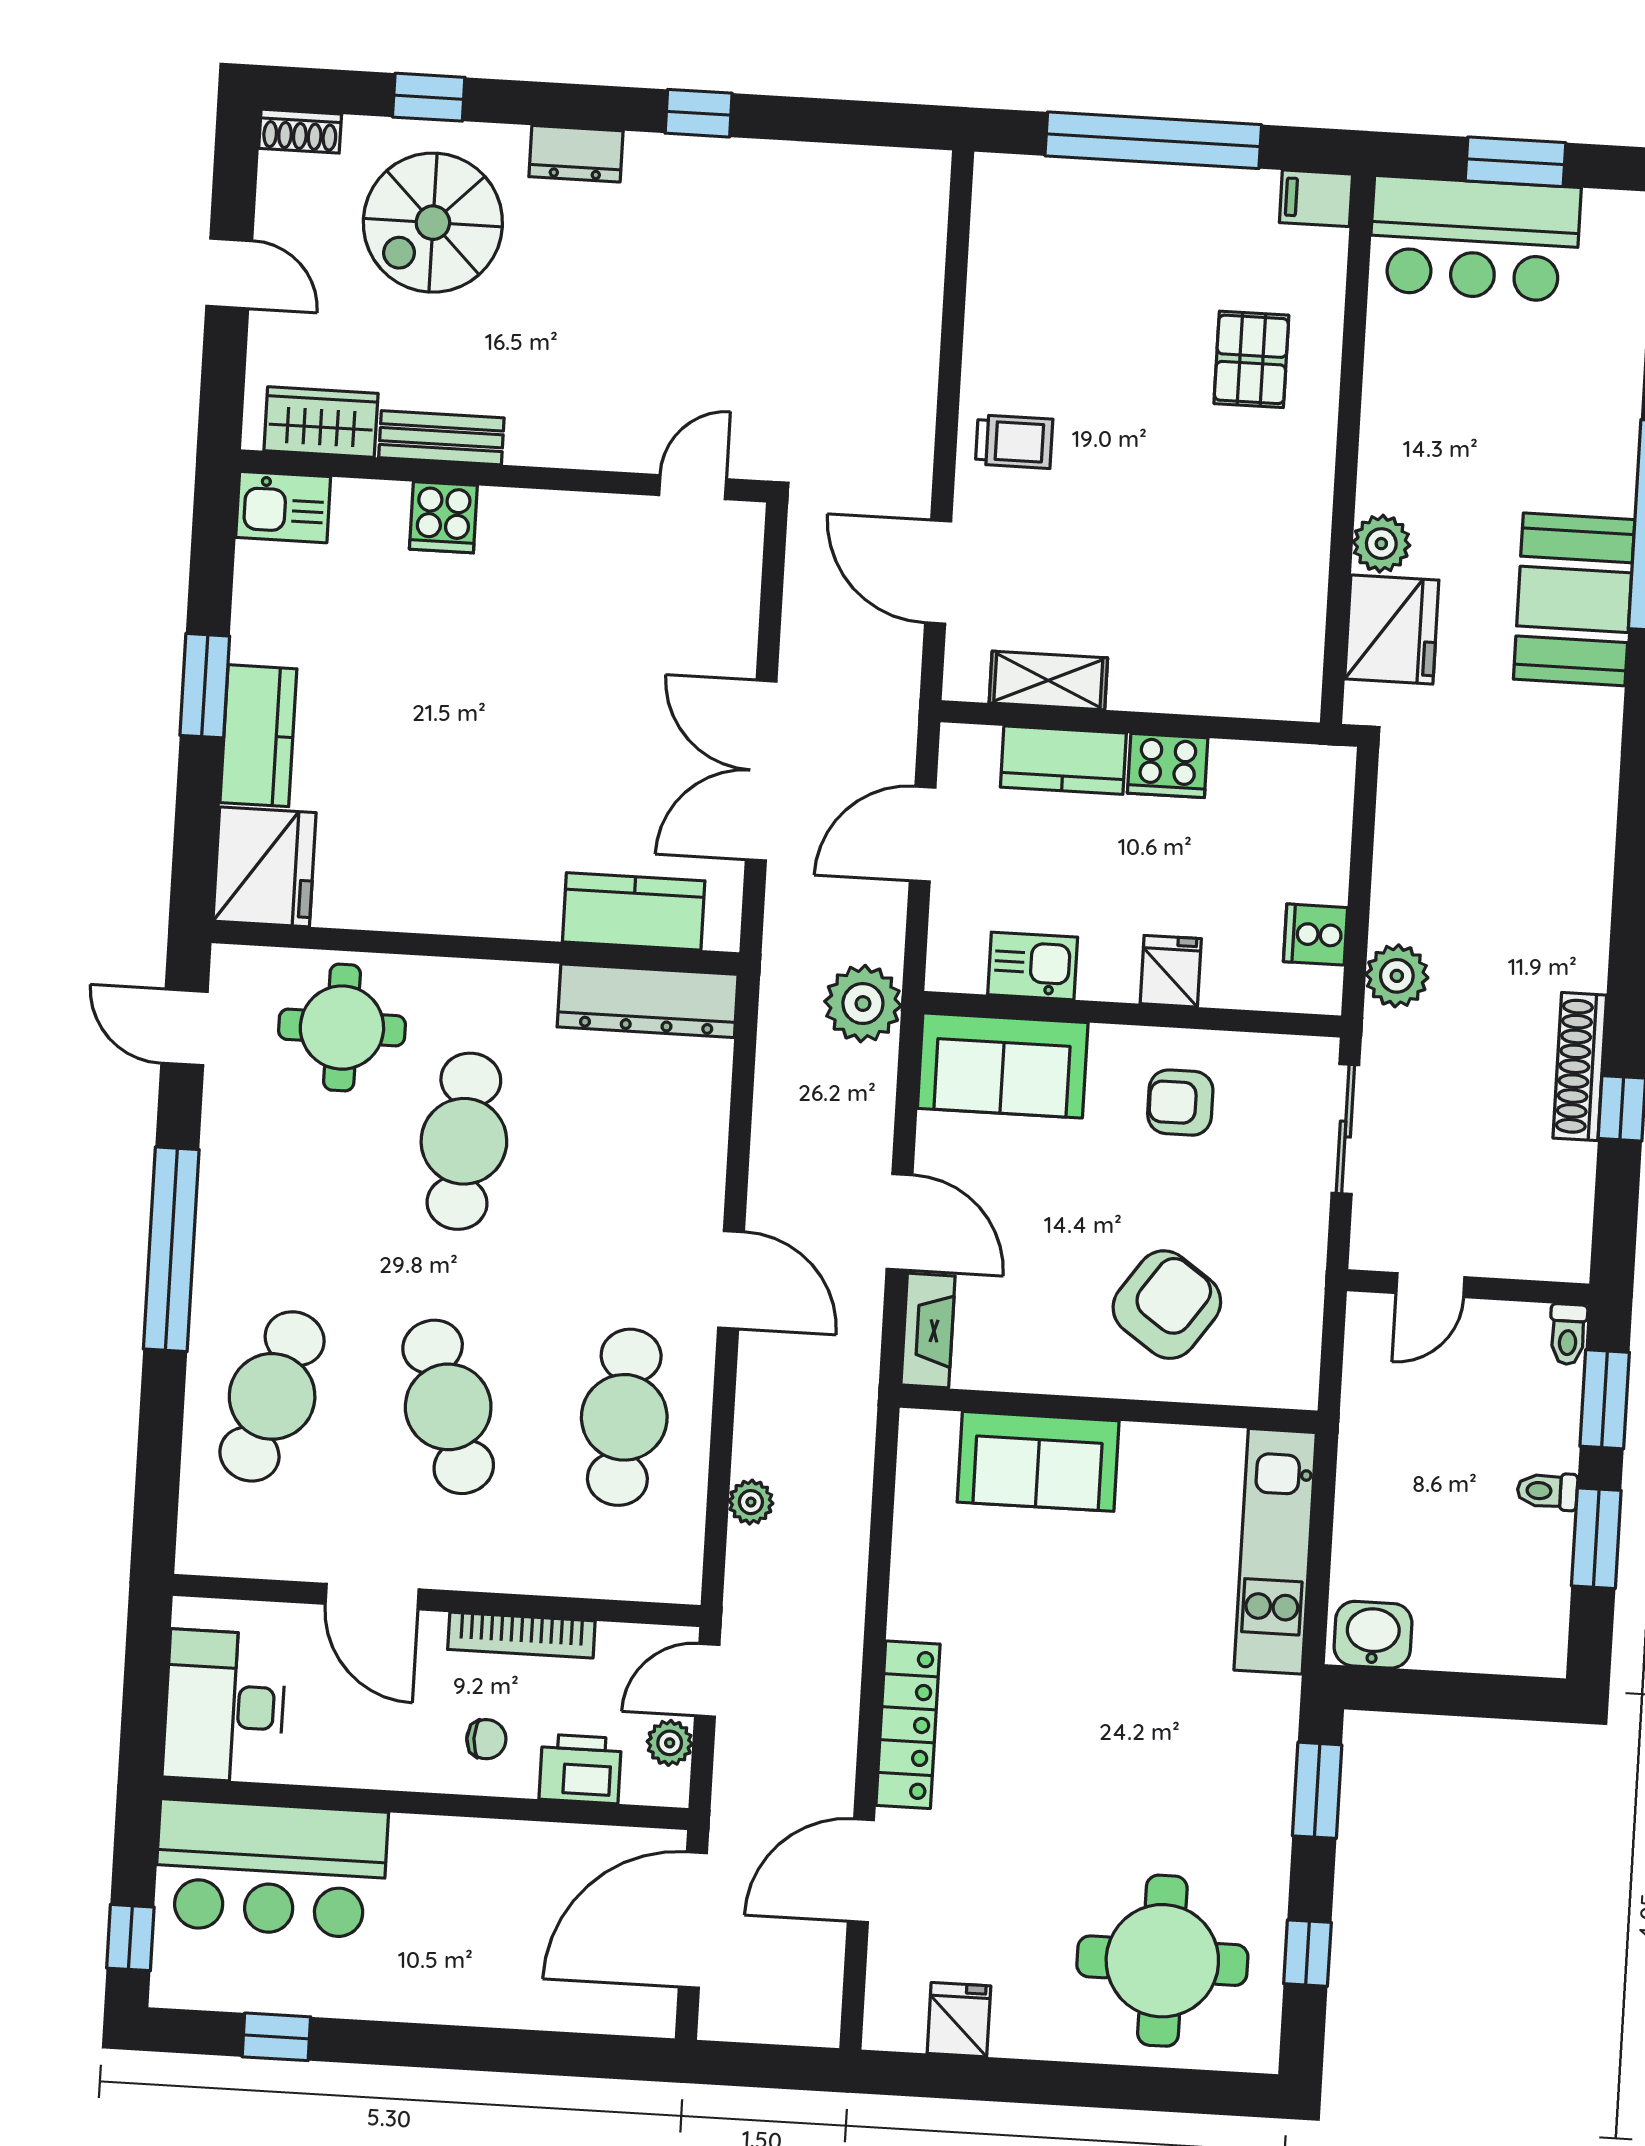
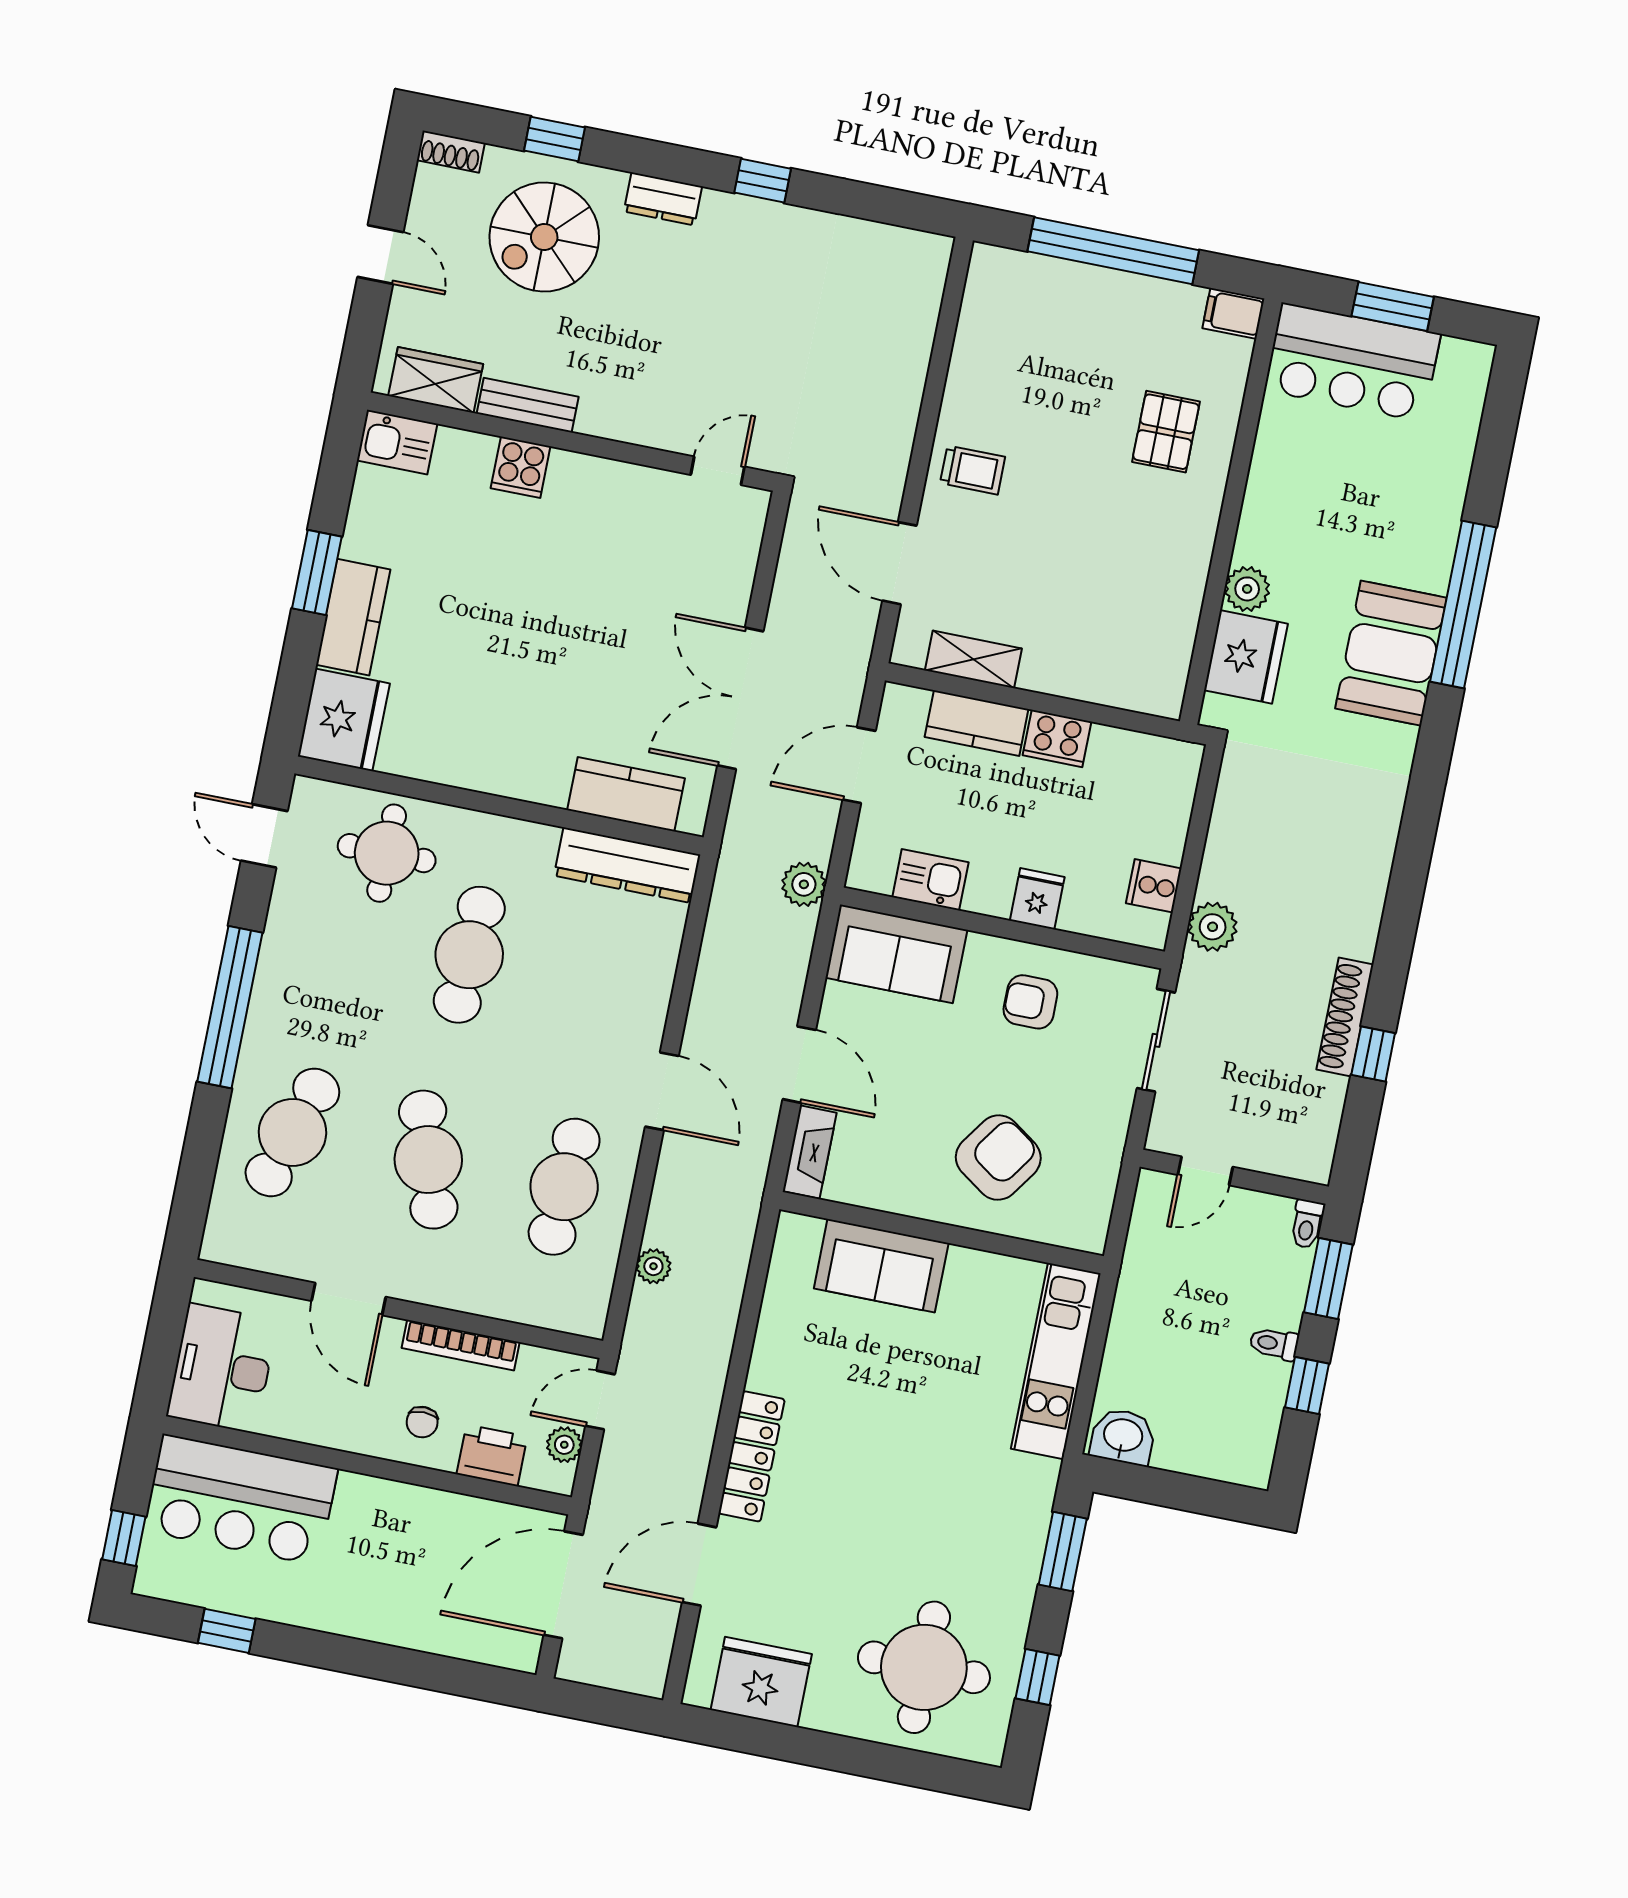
plant: (863, 1004) -> (804, 884), width x0.73, depth x0.73
window: (1596, 1538) -> (1307, 1386), width x0.67
chair: (486, 1739) -> (422, 1422), turned 90
fridge: (959, 2020) -> (761, 1682), width x1.88, depth x1.34

